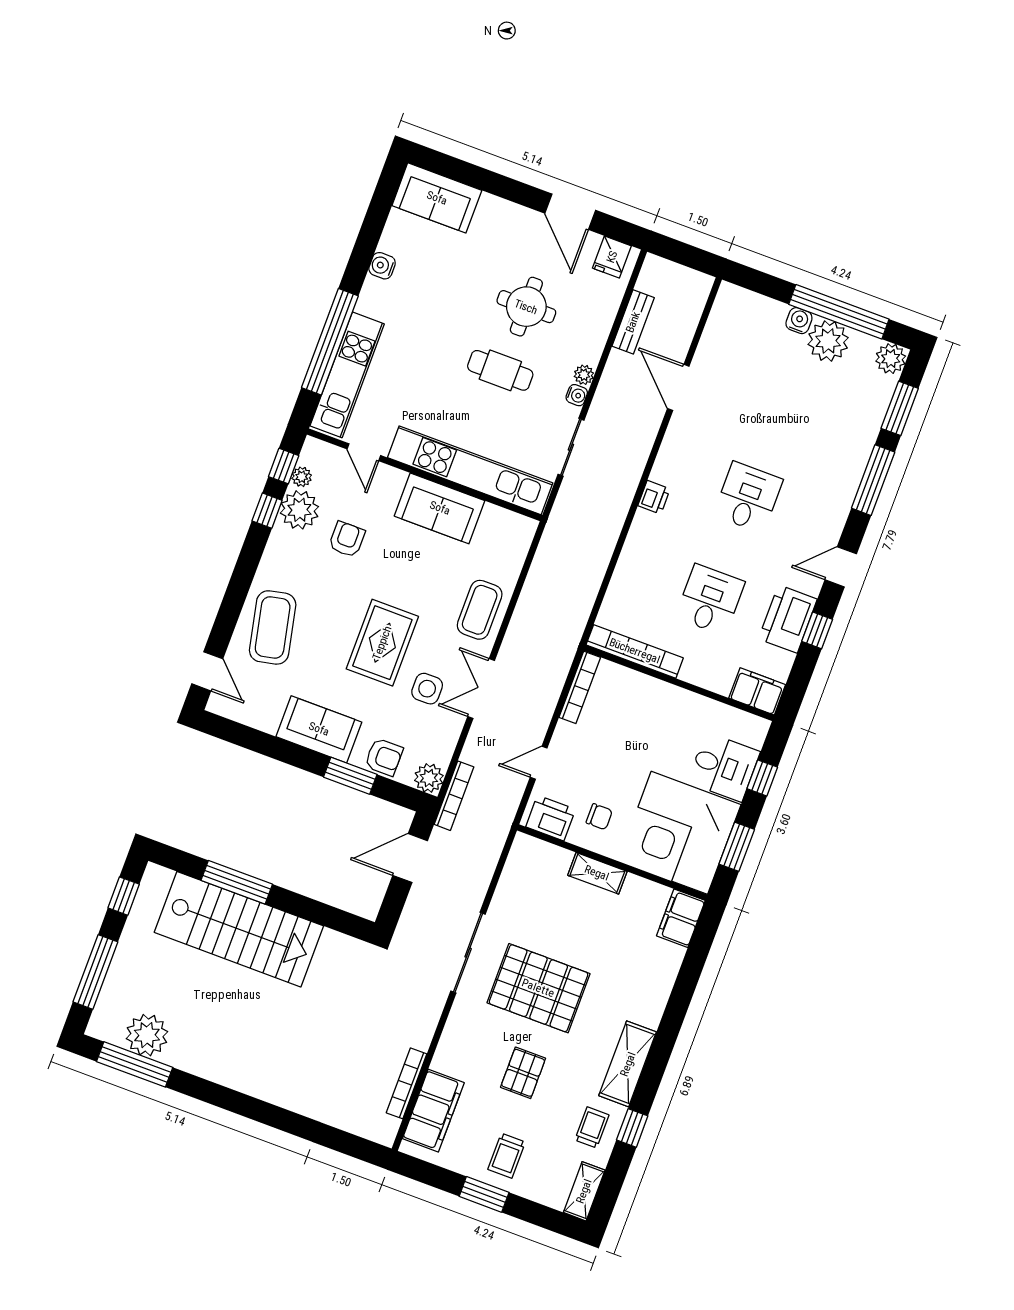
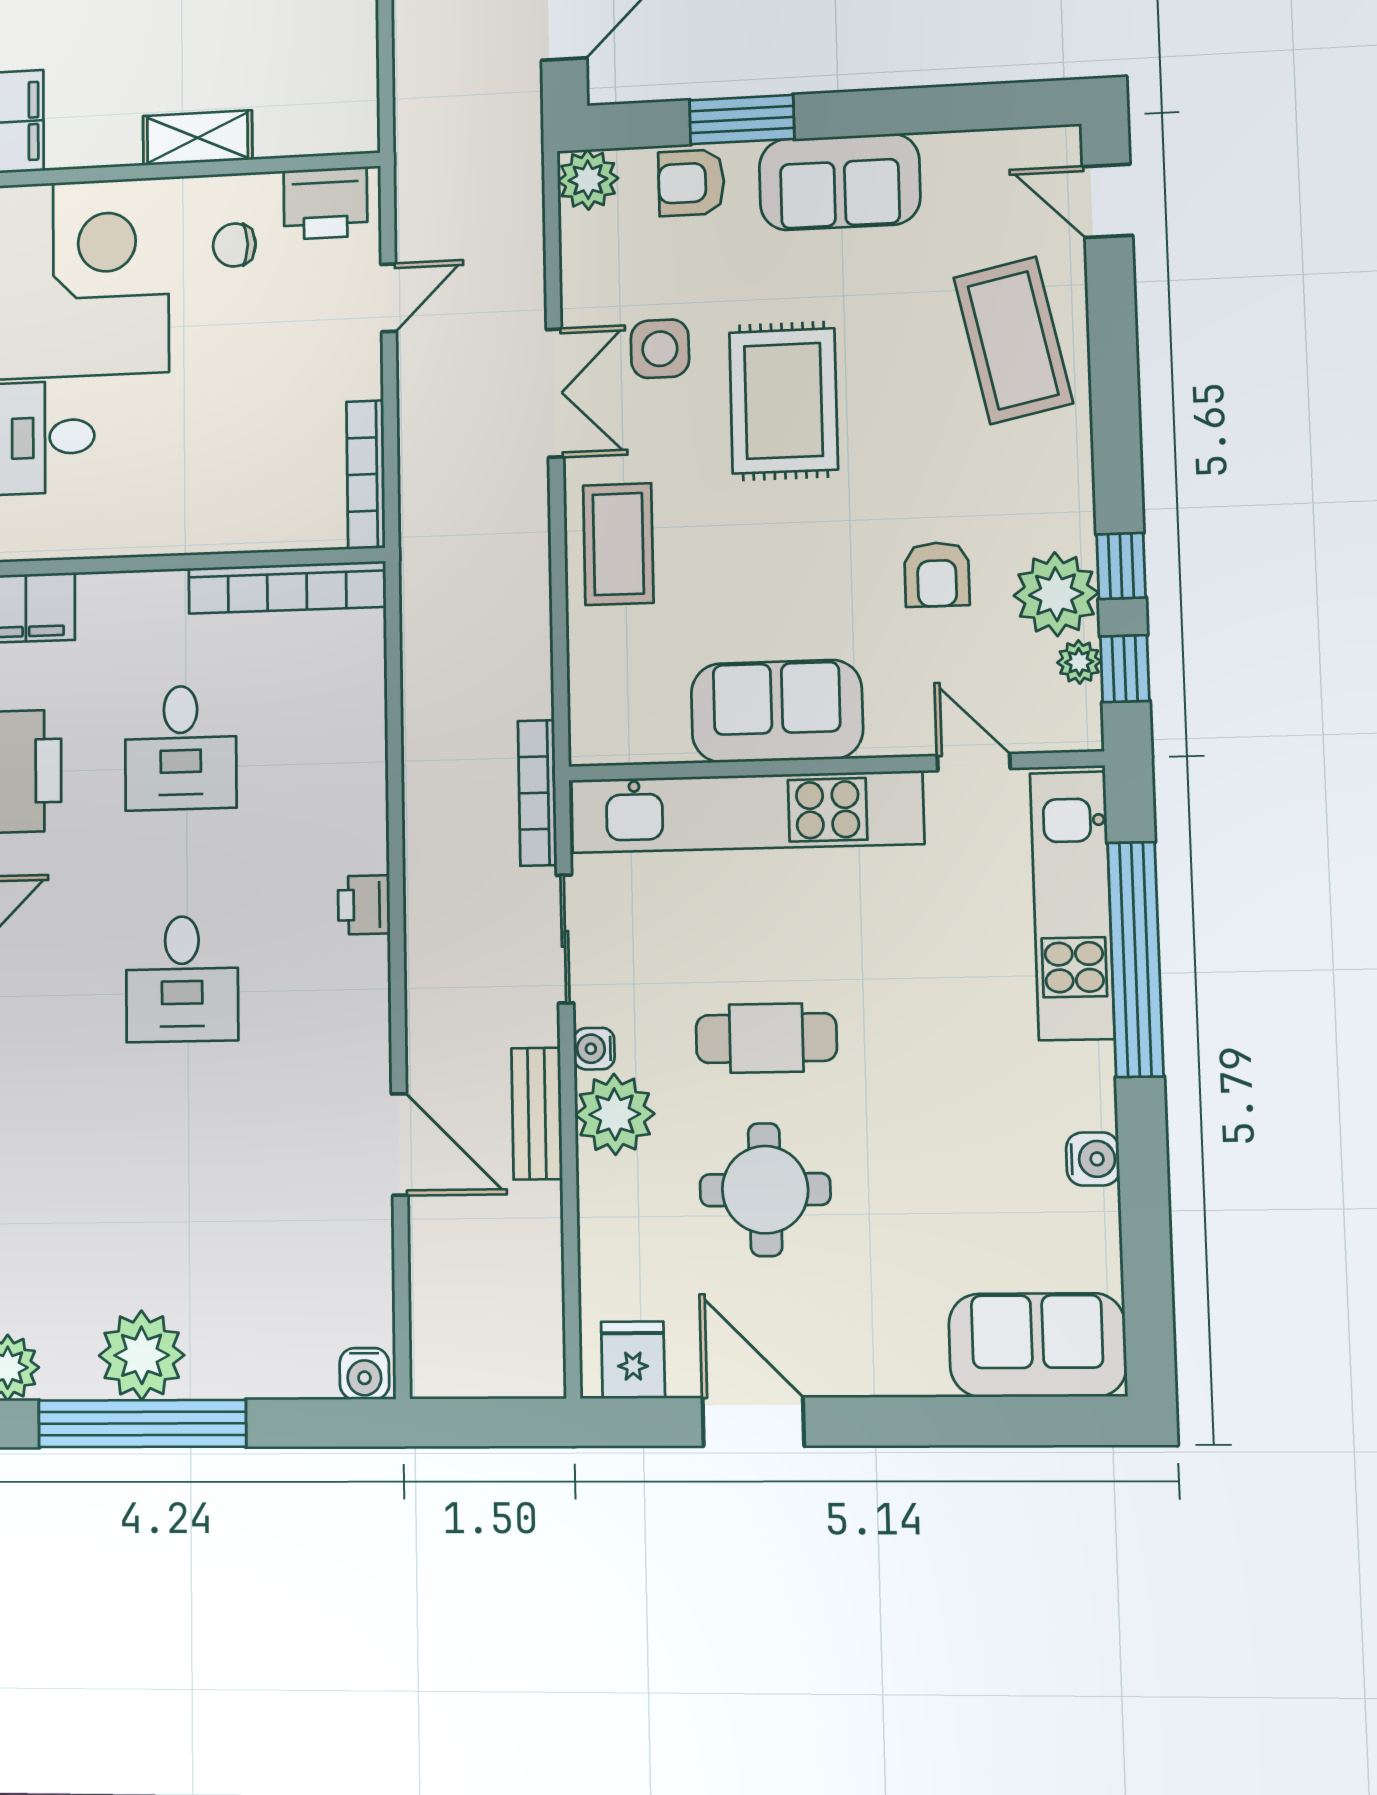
water cooler: (799, 321) -> (364, 1374), moved
bench: (633, 322) -> (537, 1114), moved
plant: (584, 375) -> (615, 1114), width x1.88, depth x1.88
bookcase: (454, 796) -> (537, 793), moved

